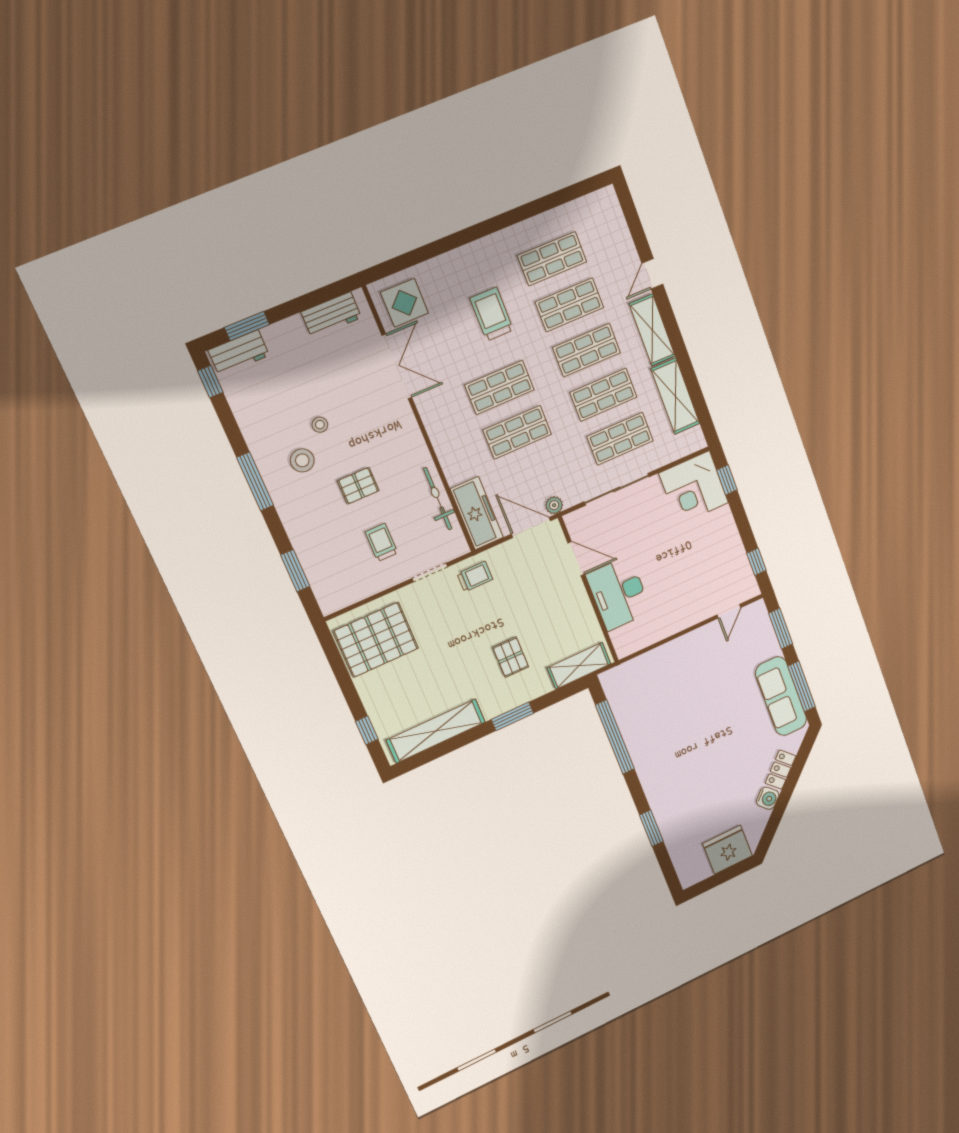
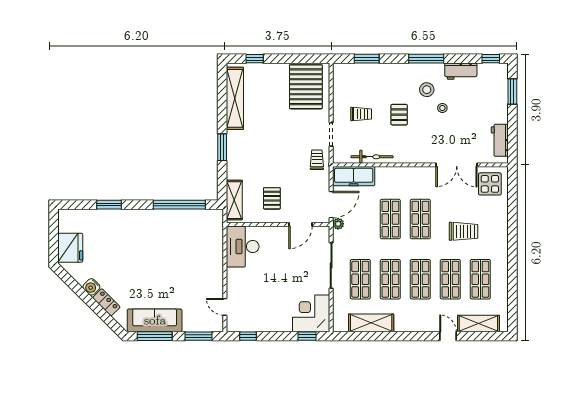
shelving: (652, 330) -> (478, 324), moved
workbench: (239, 353) -> (461, 71), moved, turned -90
trolley: (475, 576) -> (317, 160), turned 180
desk: (619, 593) -> (243, 247), moved, turned -90
pallet: (511, 657) -> (272, 198), moved, turned 90

